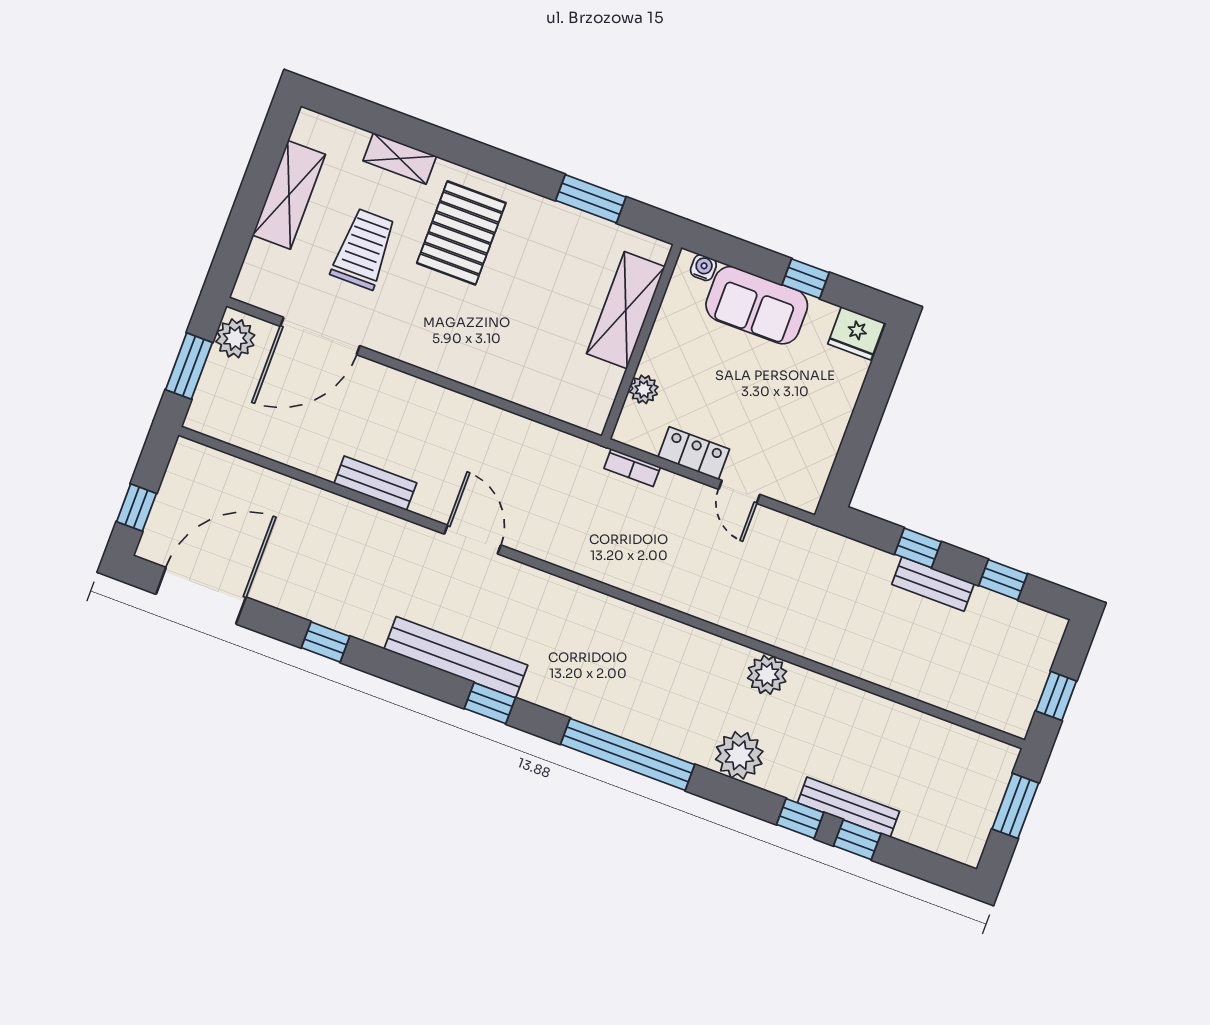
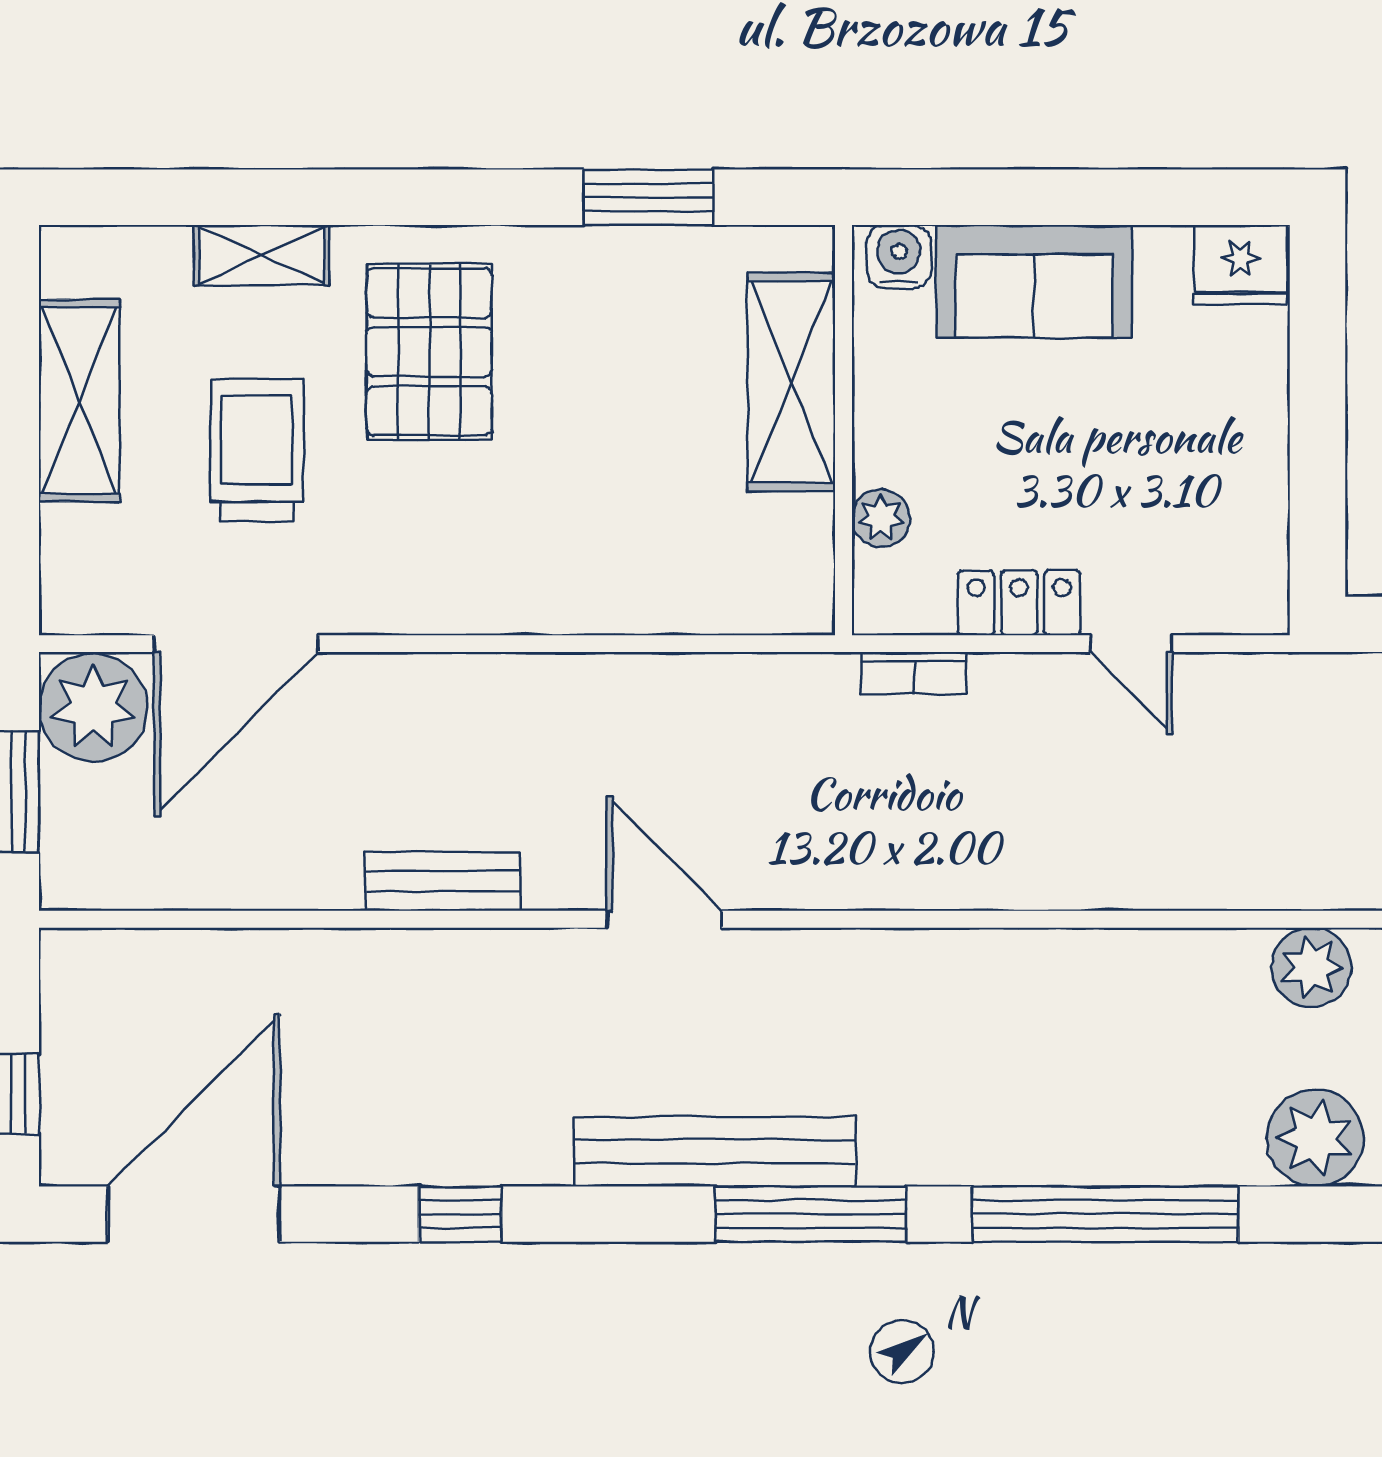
water cooler: (703, 268) -> (899, 257), width x1.38, depth x1.38
window: (806, 279) -> (1107, 197), removed
plant: (235, 338) -> (93, 707), width x1.36, depth x1.36
window: (490, 703) -> (811, 1214), width x2.17

